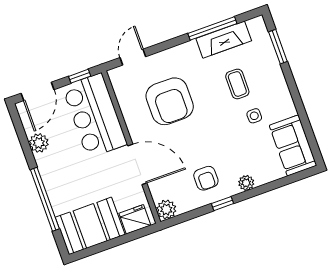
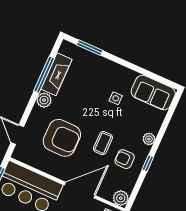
plant: (189, 51) -> (44, 100), added
coffee table: (237, 84) -> (103, 143), moved, turned 90
armchair: (206, 178) -> (125, 159), turned 180

